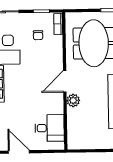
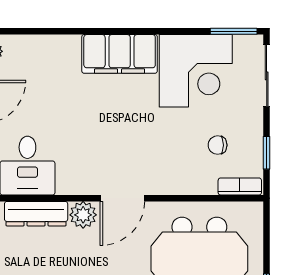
door: (65, 81) -> (122, 198), swing flipped
dresser: (73, 123) -> (36, 214), added

